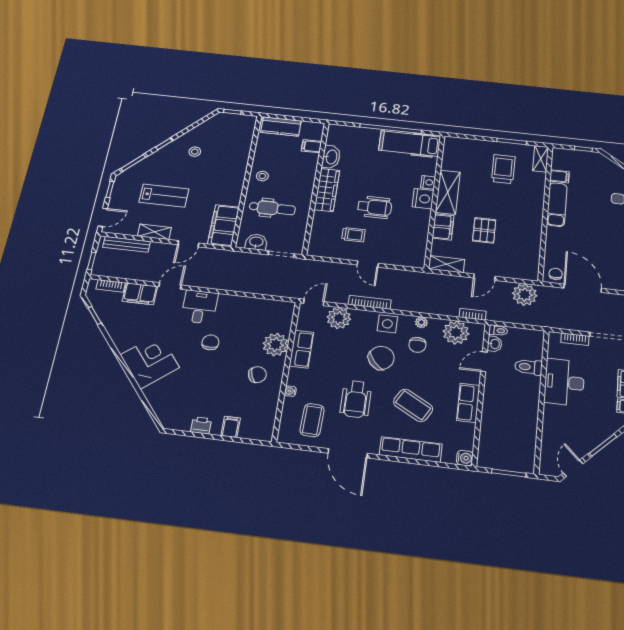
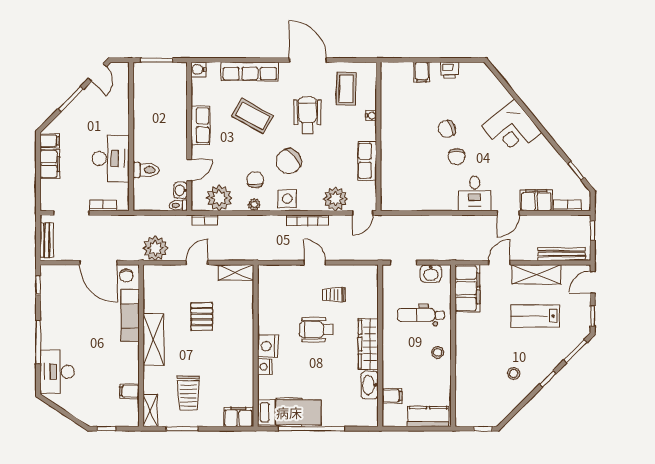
shelving: (448, 192) -> (153, 340), moved
exam couch: (557, 205) -> (130, 315), moved
filing cabinet: (443, 227) -> (238, 417), moved, turned 90
shelving: (154, 232) -> (536, 274), width x1.50, depth x1.33
plant: (276, 345) -> (393, 162), removed
chair: (257, 375) -> (447, 129), moved

